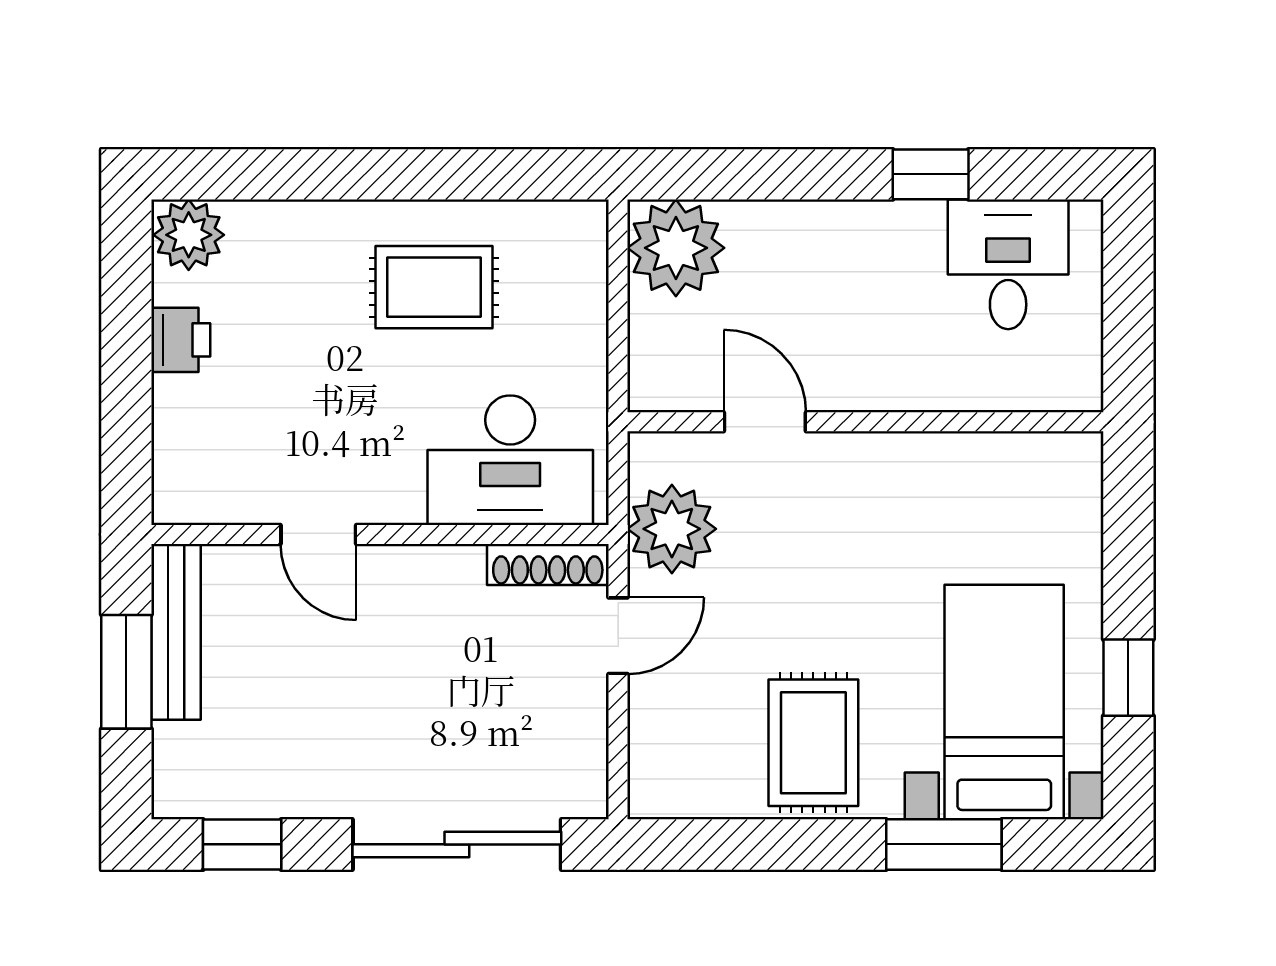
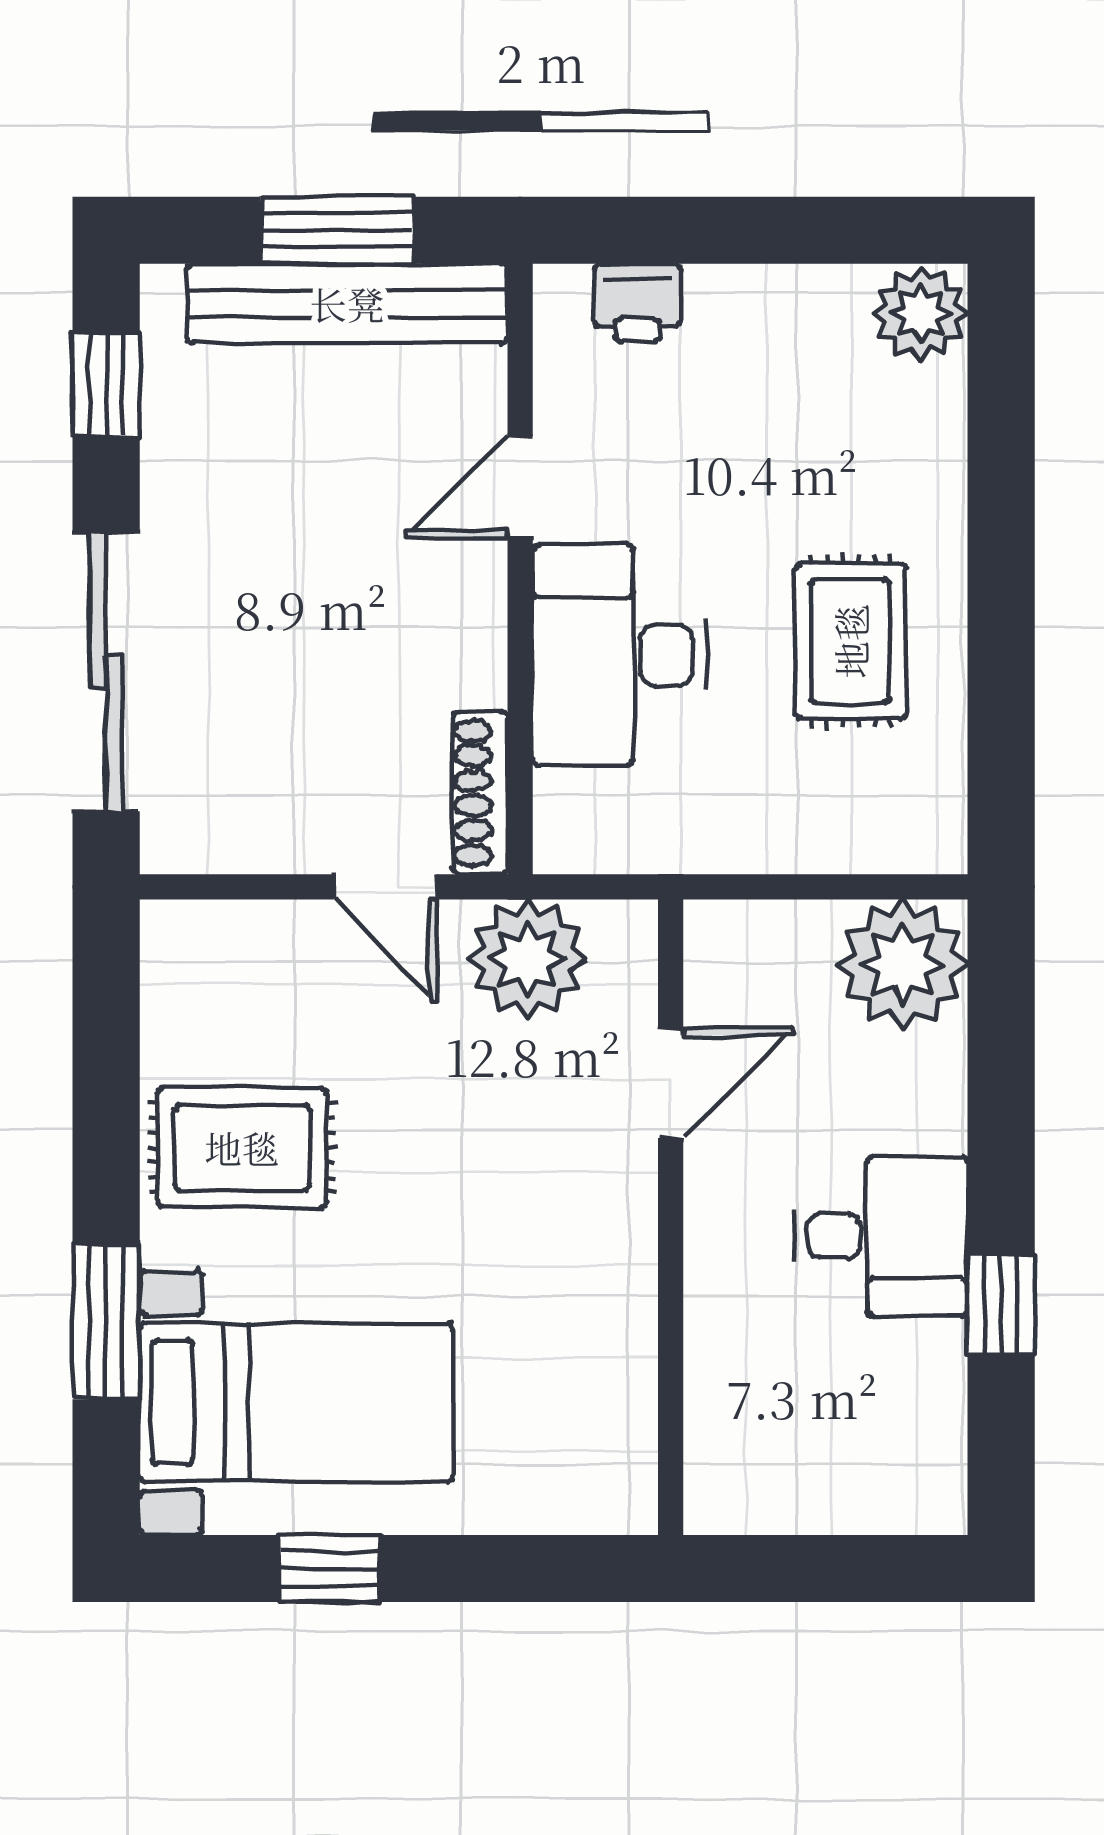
desk: (1008, 264) -> (881, 1236), moved
printer: (181, 340) -> (638, 303), moved
desk: (510, 460) -> (619, 655), moved
bench: (176, 632) -> (347, 304), width x1.37, depth x1.21

